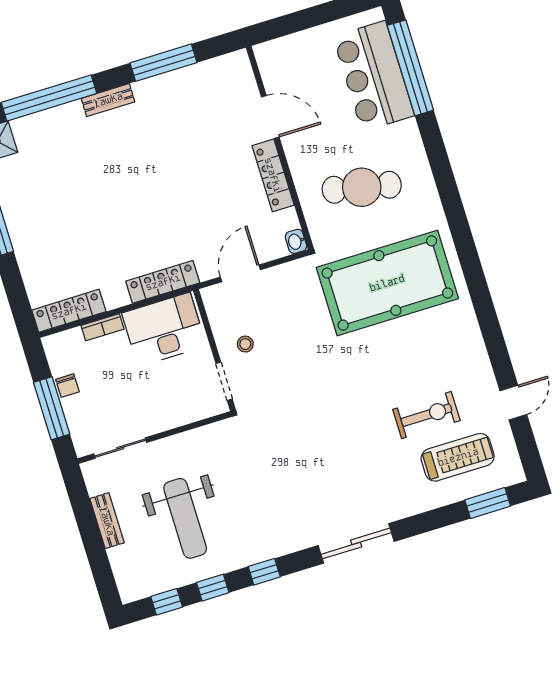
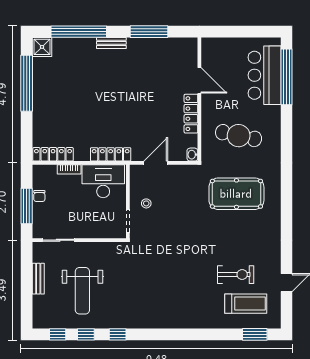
pool table: (387, 283) -> (236, 194), width x0.73, depth x0.76
sliding door: (356, 543) -> (174, 334), removed

